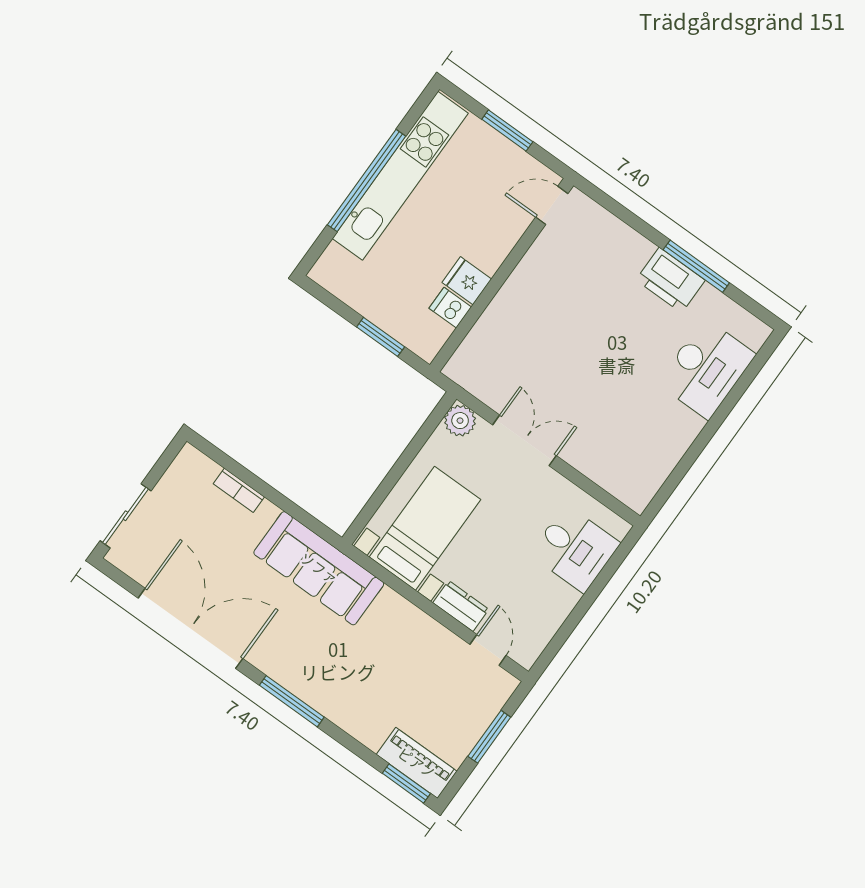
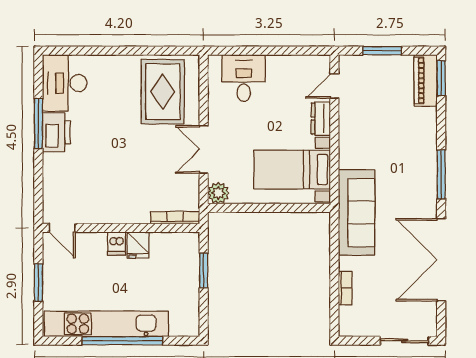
dishwasher: (450, 308) -> (116, 243), moved
bookcase: (468, 348) -> (175, 218), added
desk: (706, 369) -> (65, 83), moved, turned -90
rug: (628, 441) -> (163, 92), added

